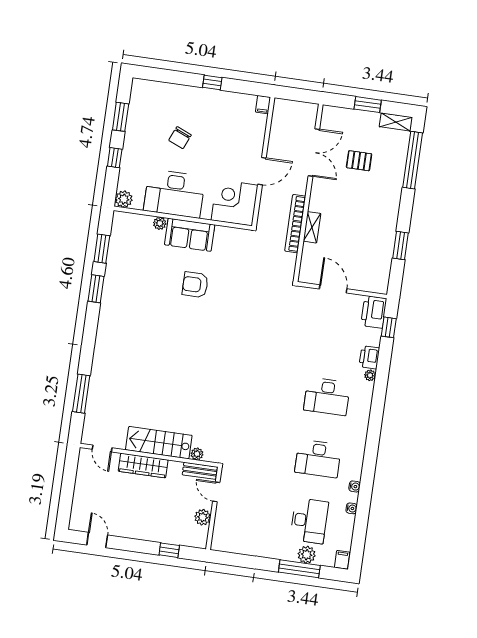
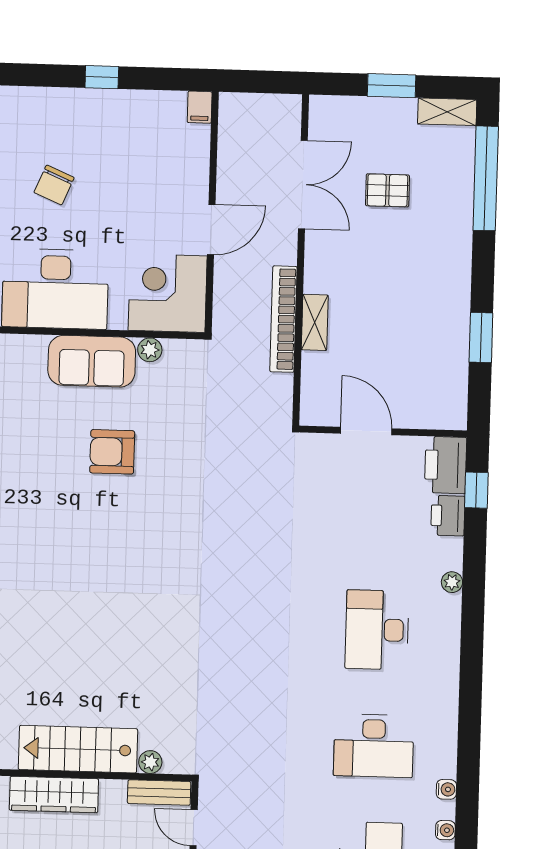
plant: (160, 223) -> (150, 350), moved
printer: (369, 357) -> (448, 516), moved
desk: (327, 396) -> (377, 630), turned 90

